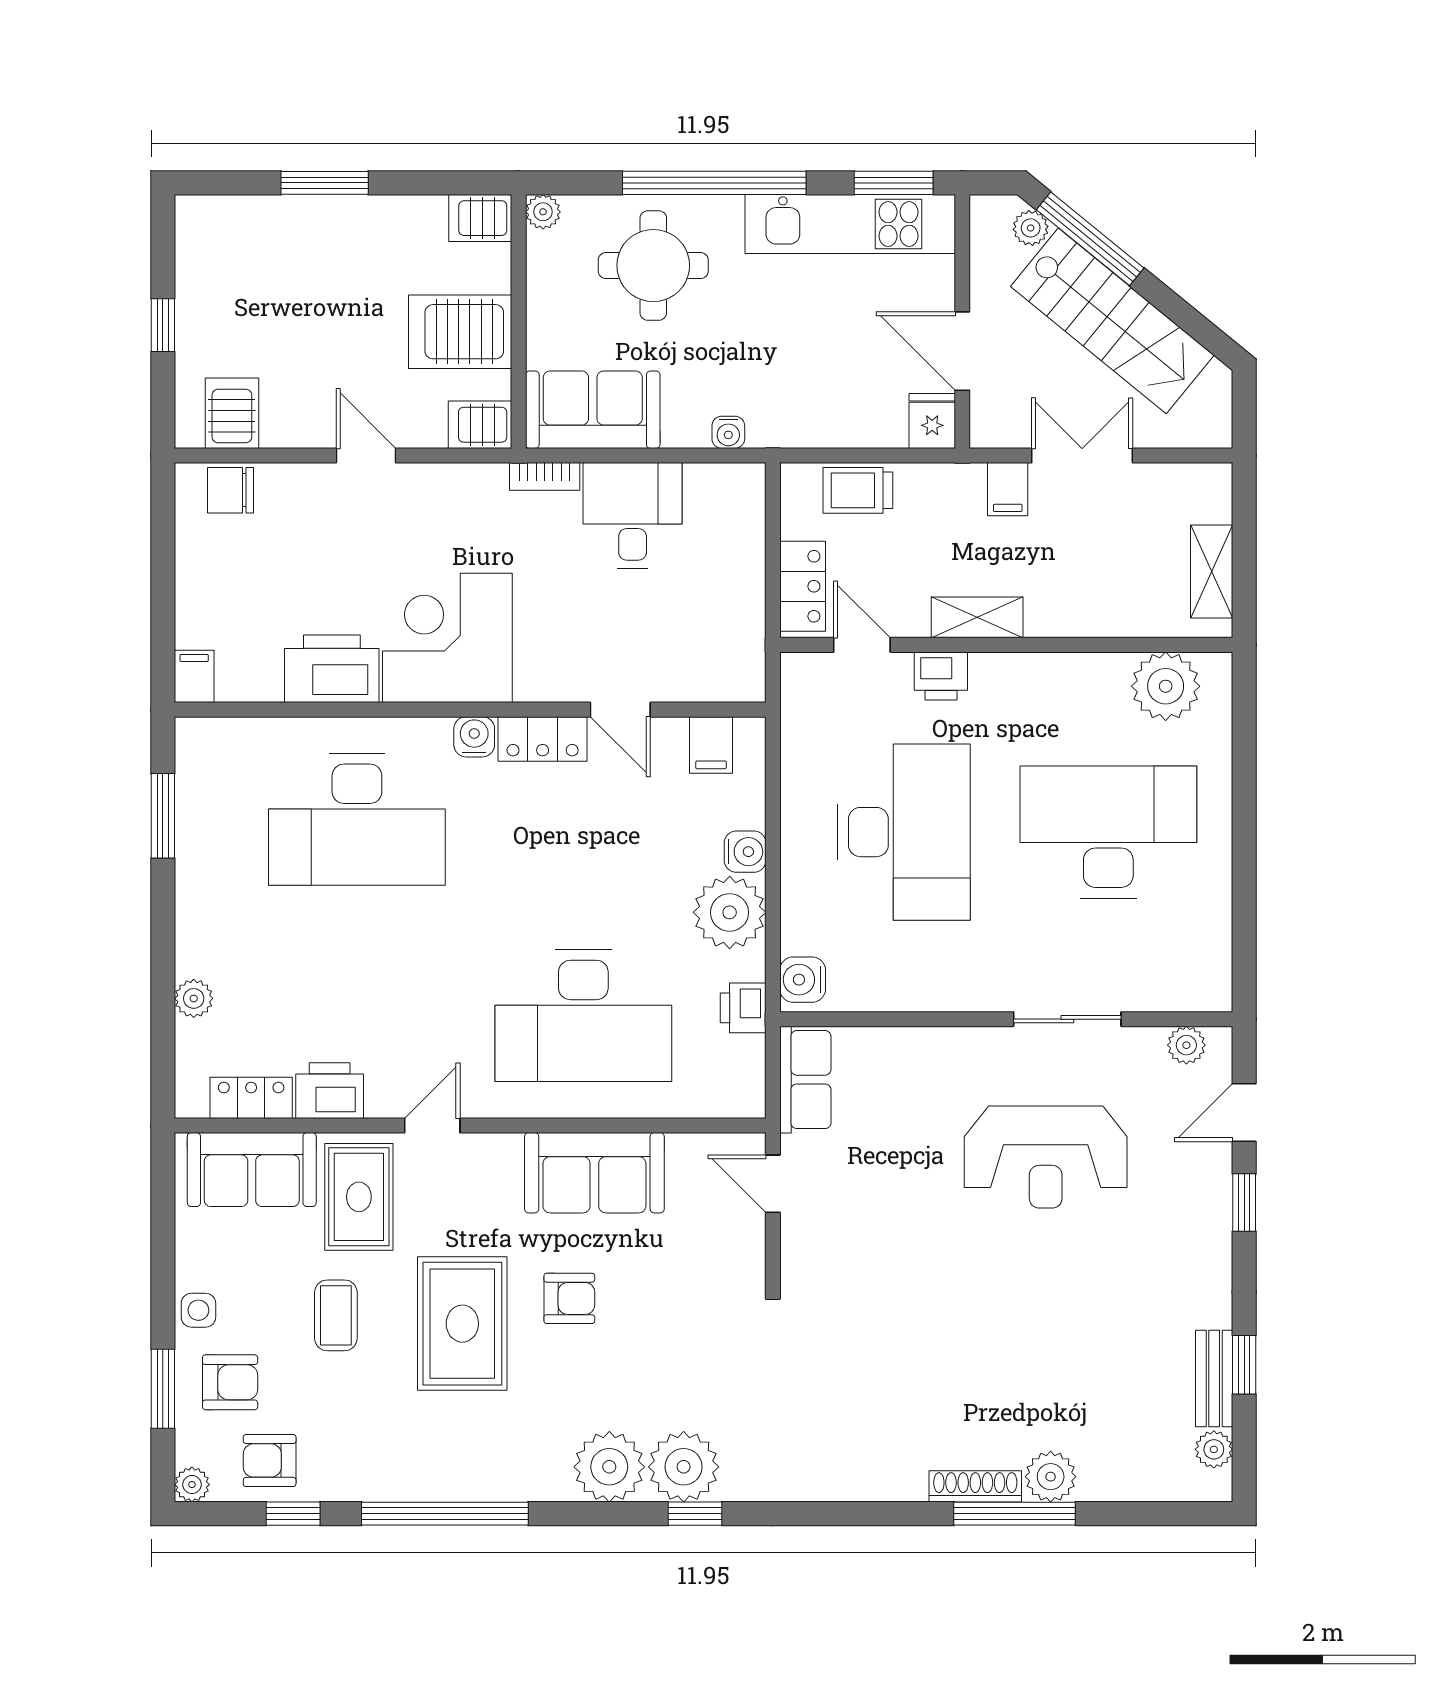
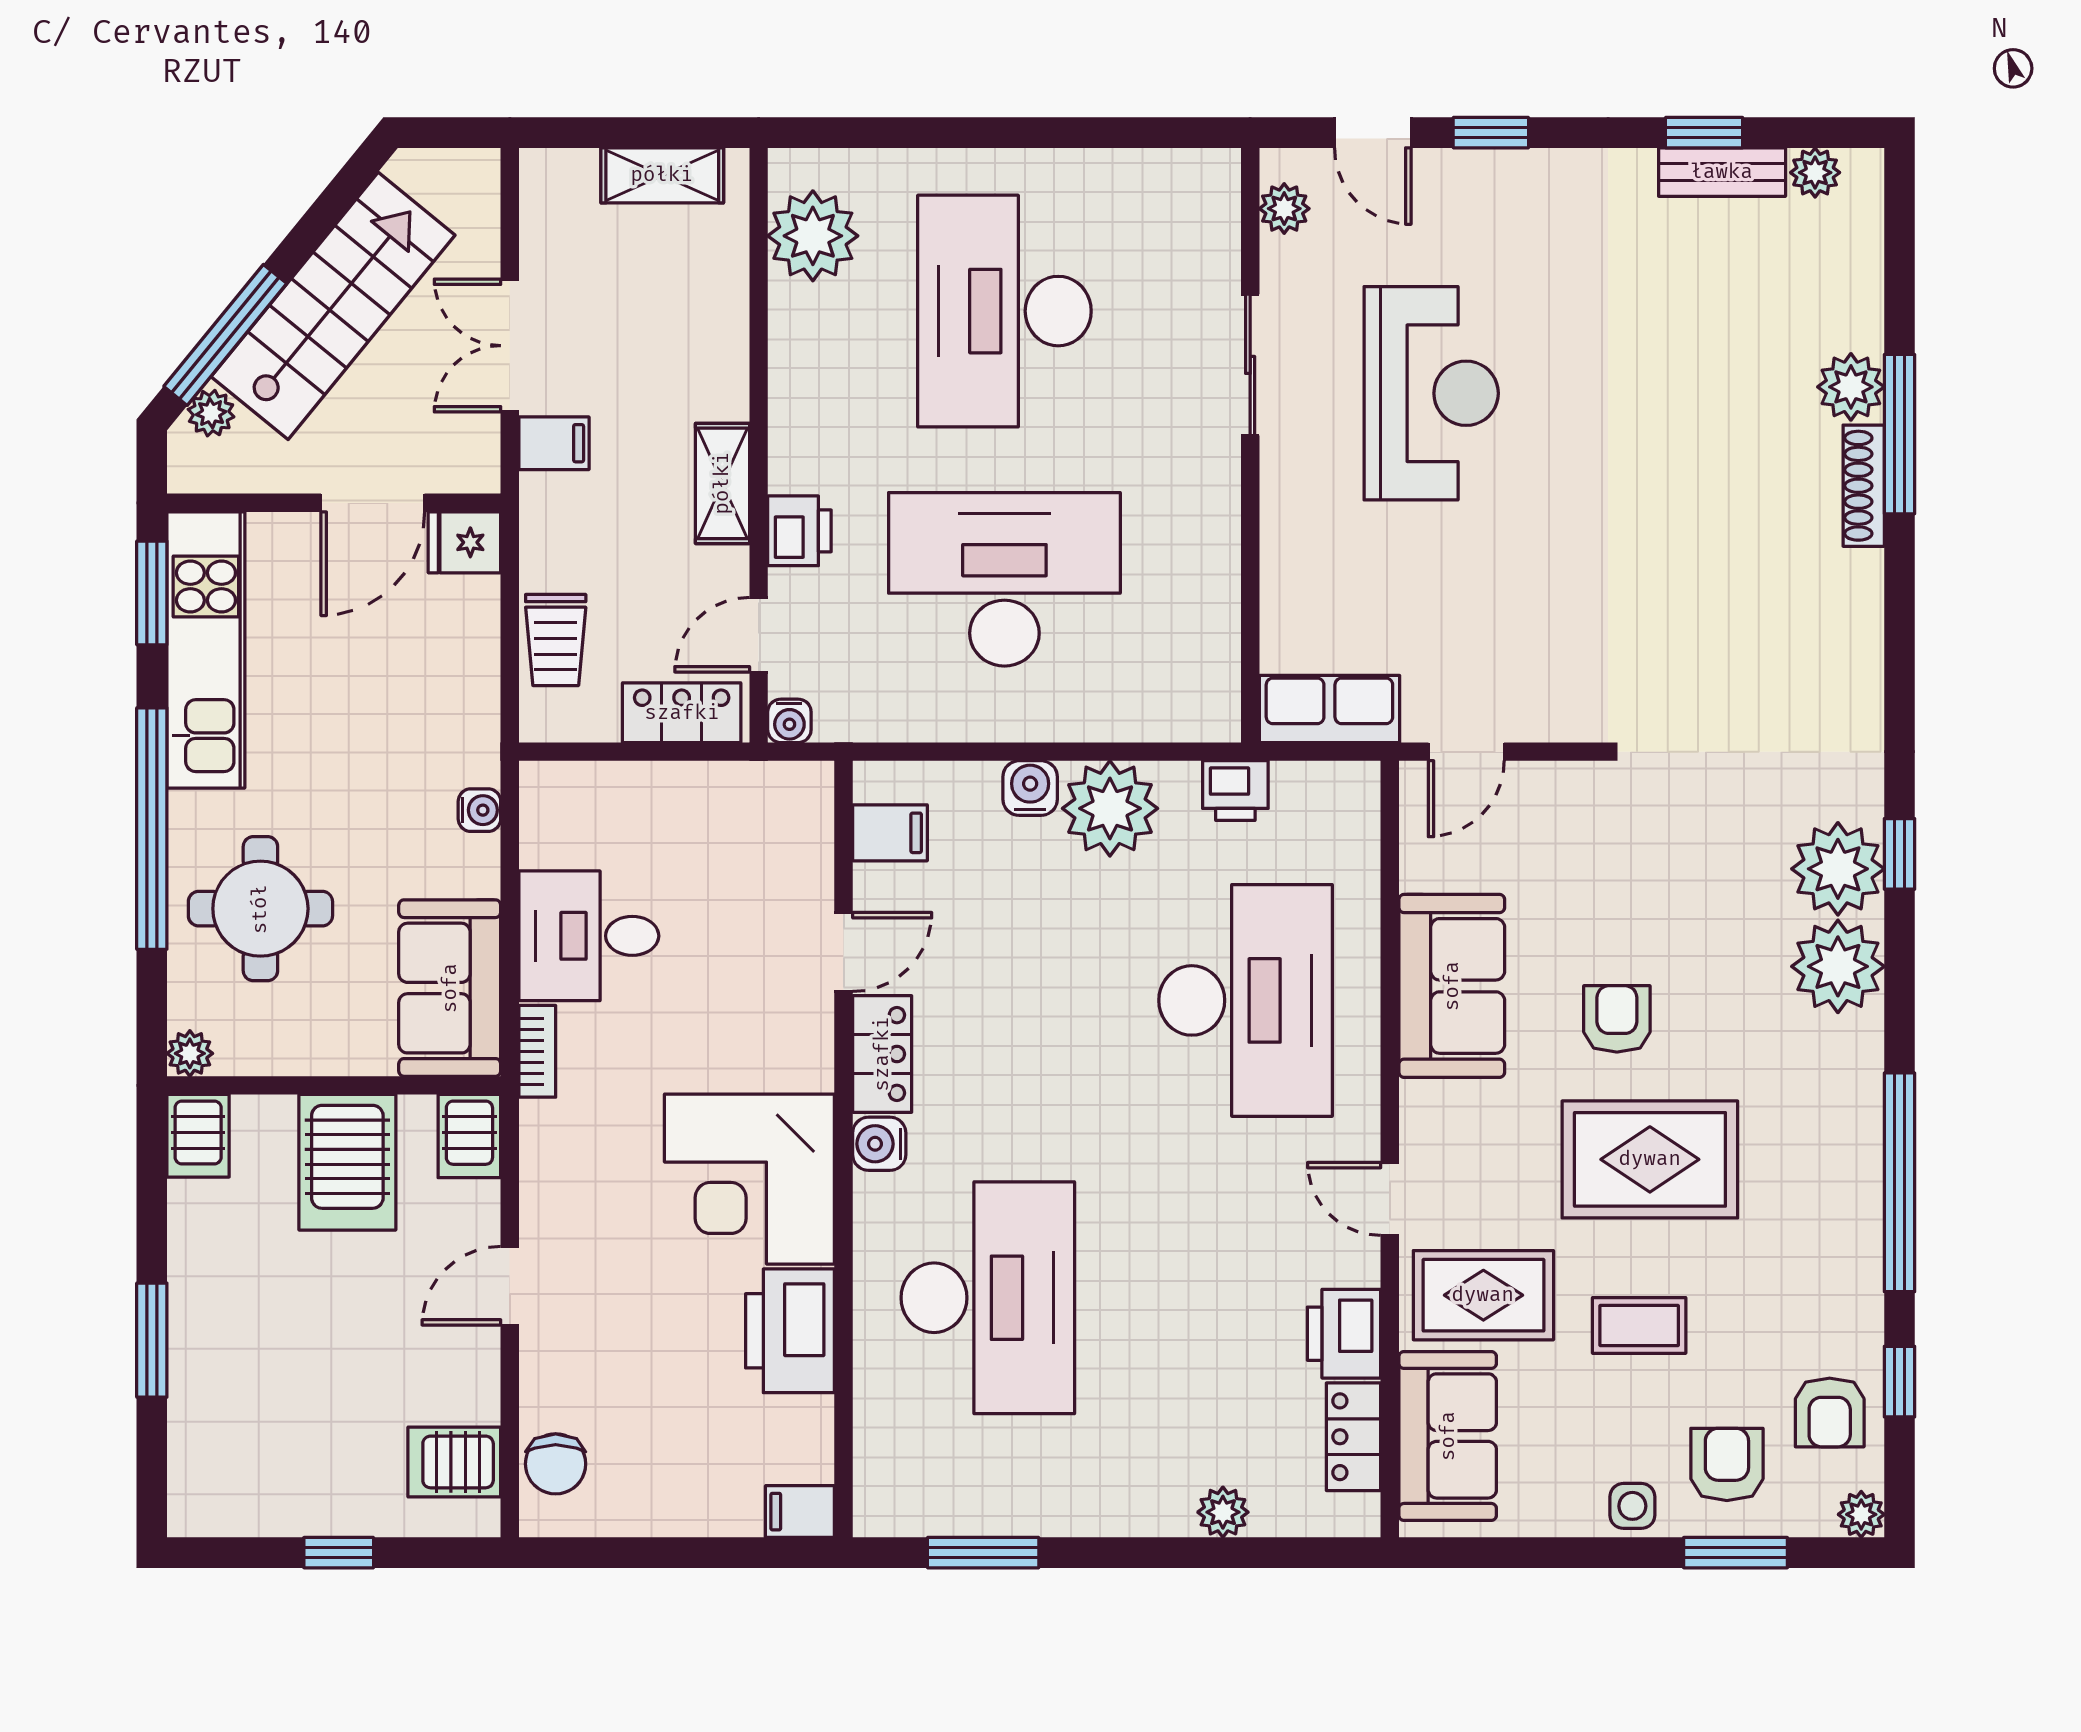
water cooler: (803, 980) -> (789, 721), moved, width x0.72, depth x0.72

